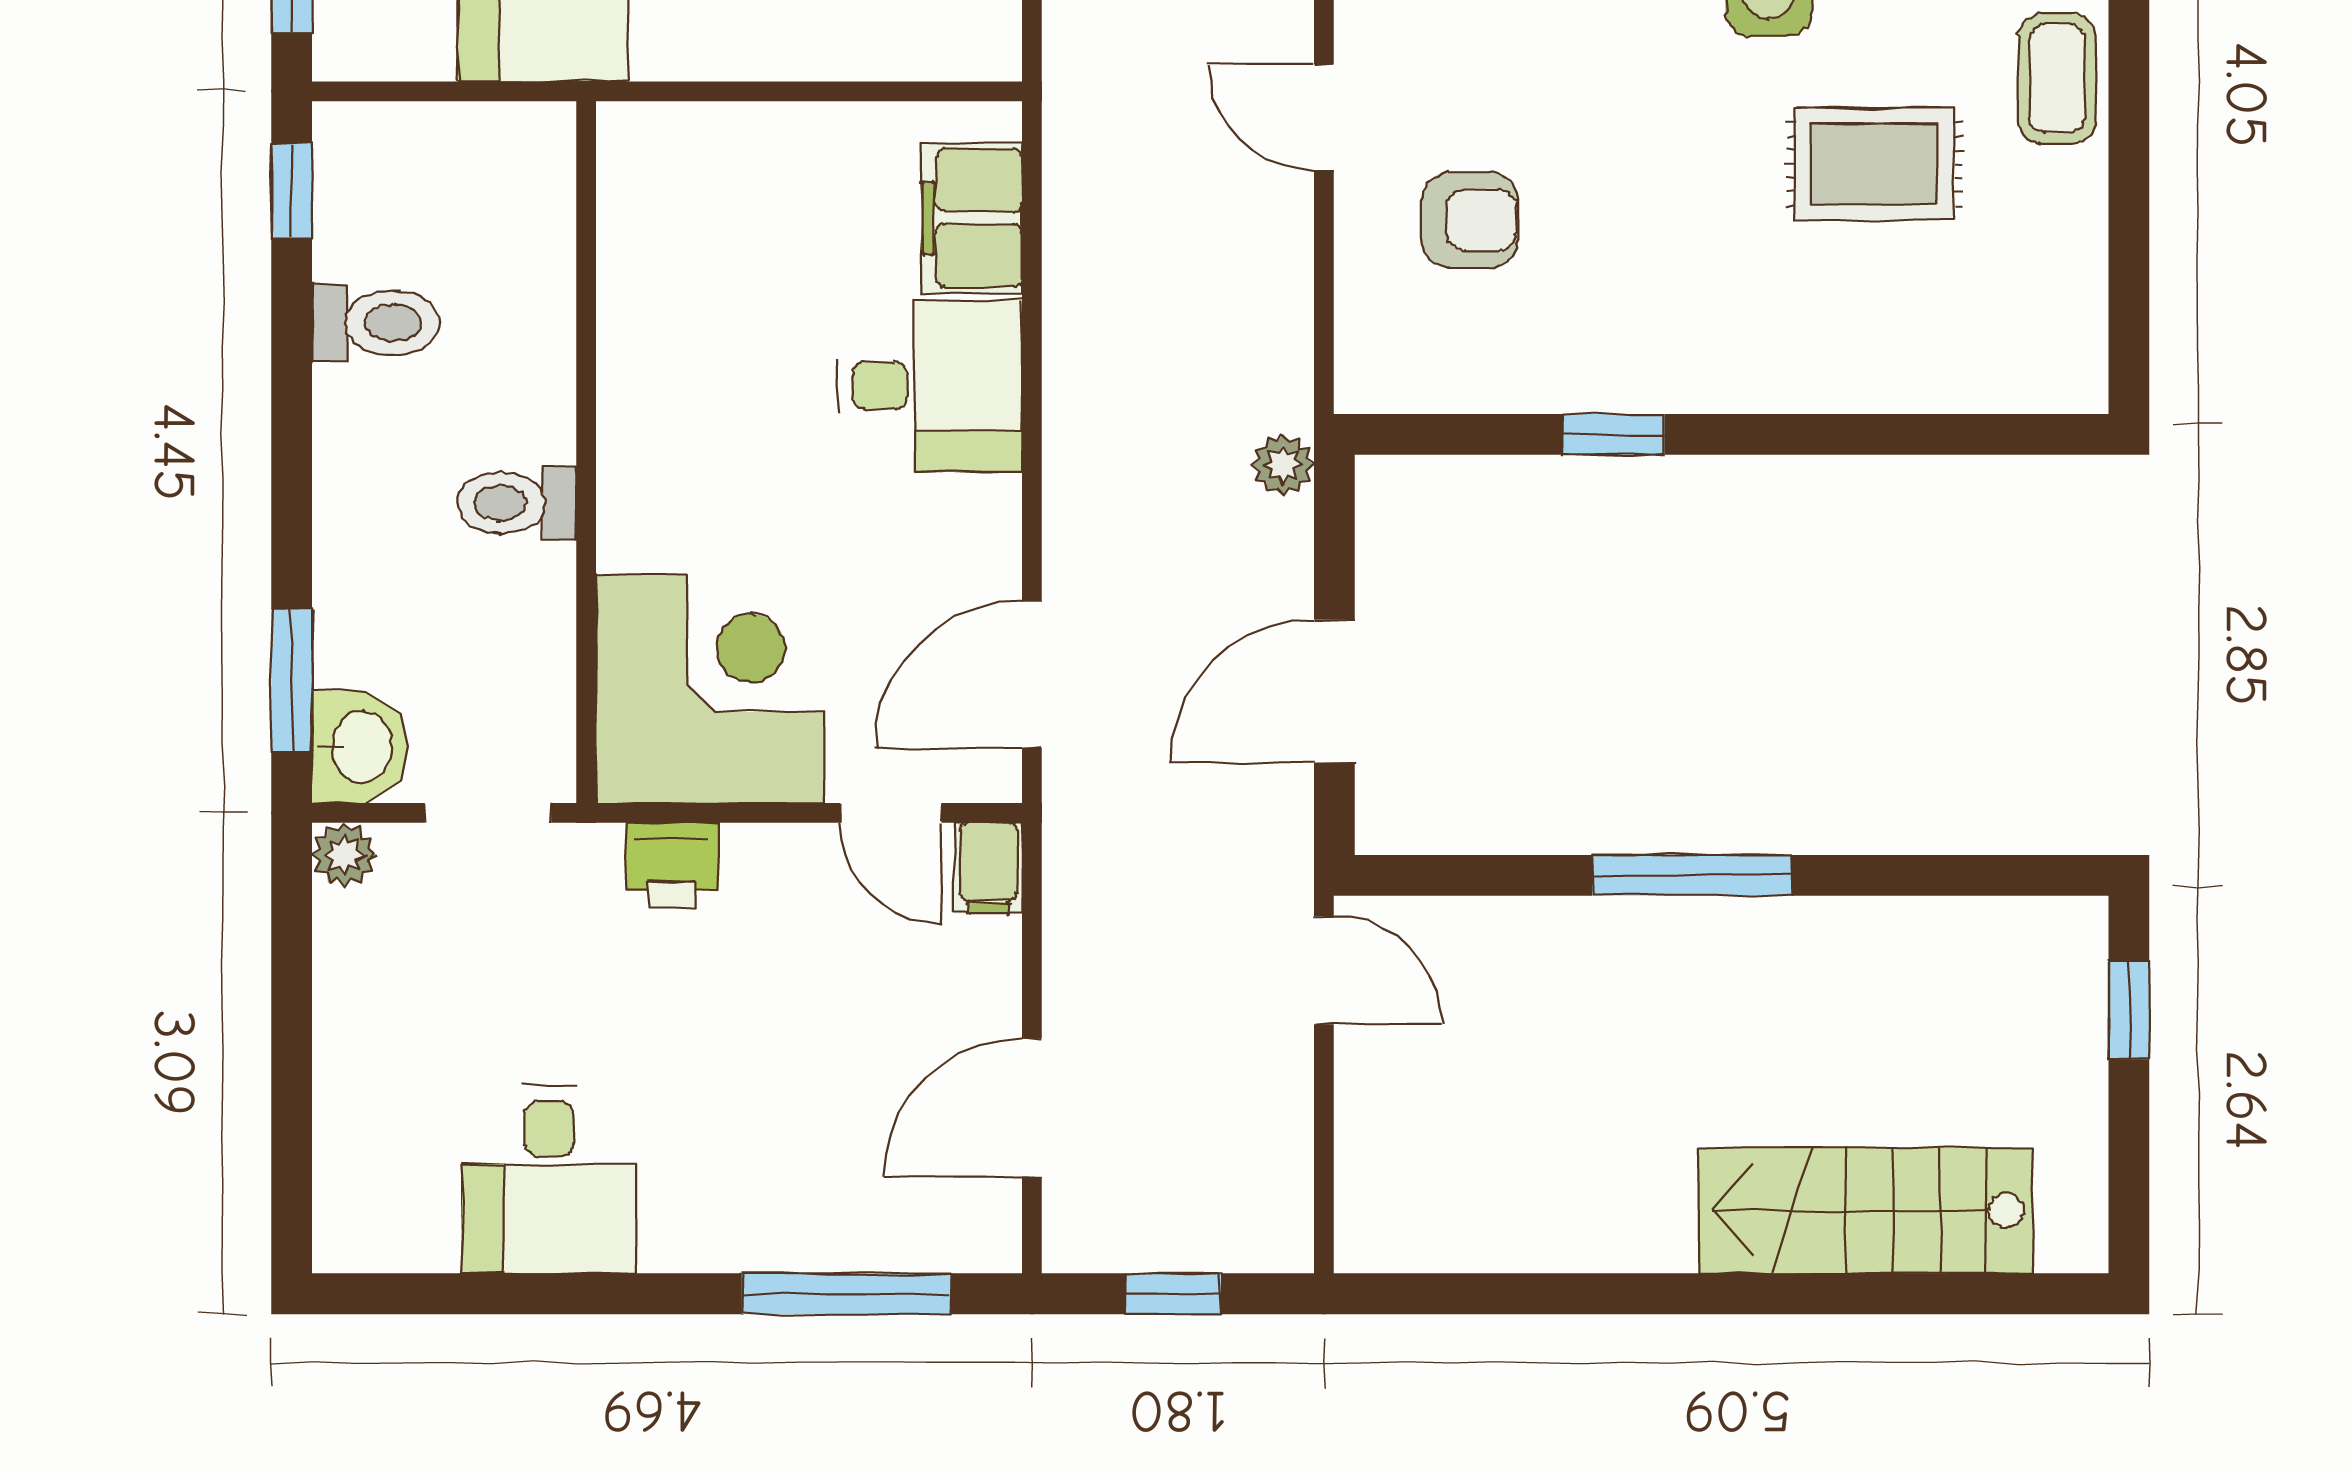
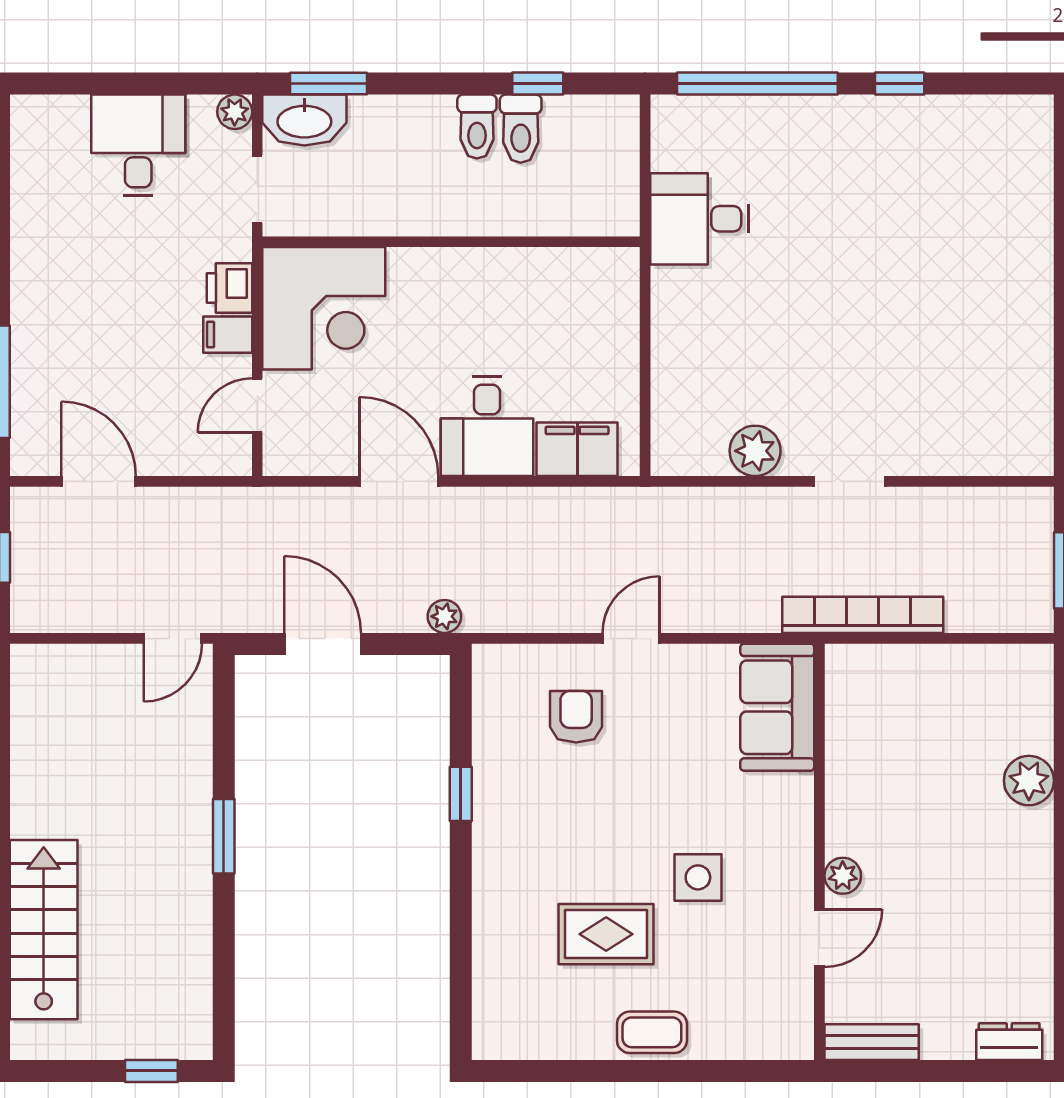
rug: (1874, 164) -> (606, 934), turned 90
window: (292, 191) -> (538, 84), moved
armchair: (1470, 220) -> (576, 717), turned 180
toilet: (517, 503) -> (477, 127), moved, turned 180
door: (1032, 674) -> (399, 481), moved
washbasin: (360, 747) -> (304, 120), width x1.38
filing cabinet: (988, 868) -> (228, 335), moved
window: (1692, 875) -> (224, 836), width x0.69
desk: (549, 1179) -> (138, 145), moved, turned 90

